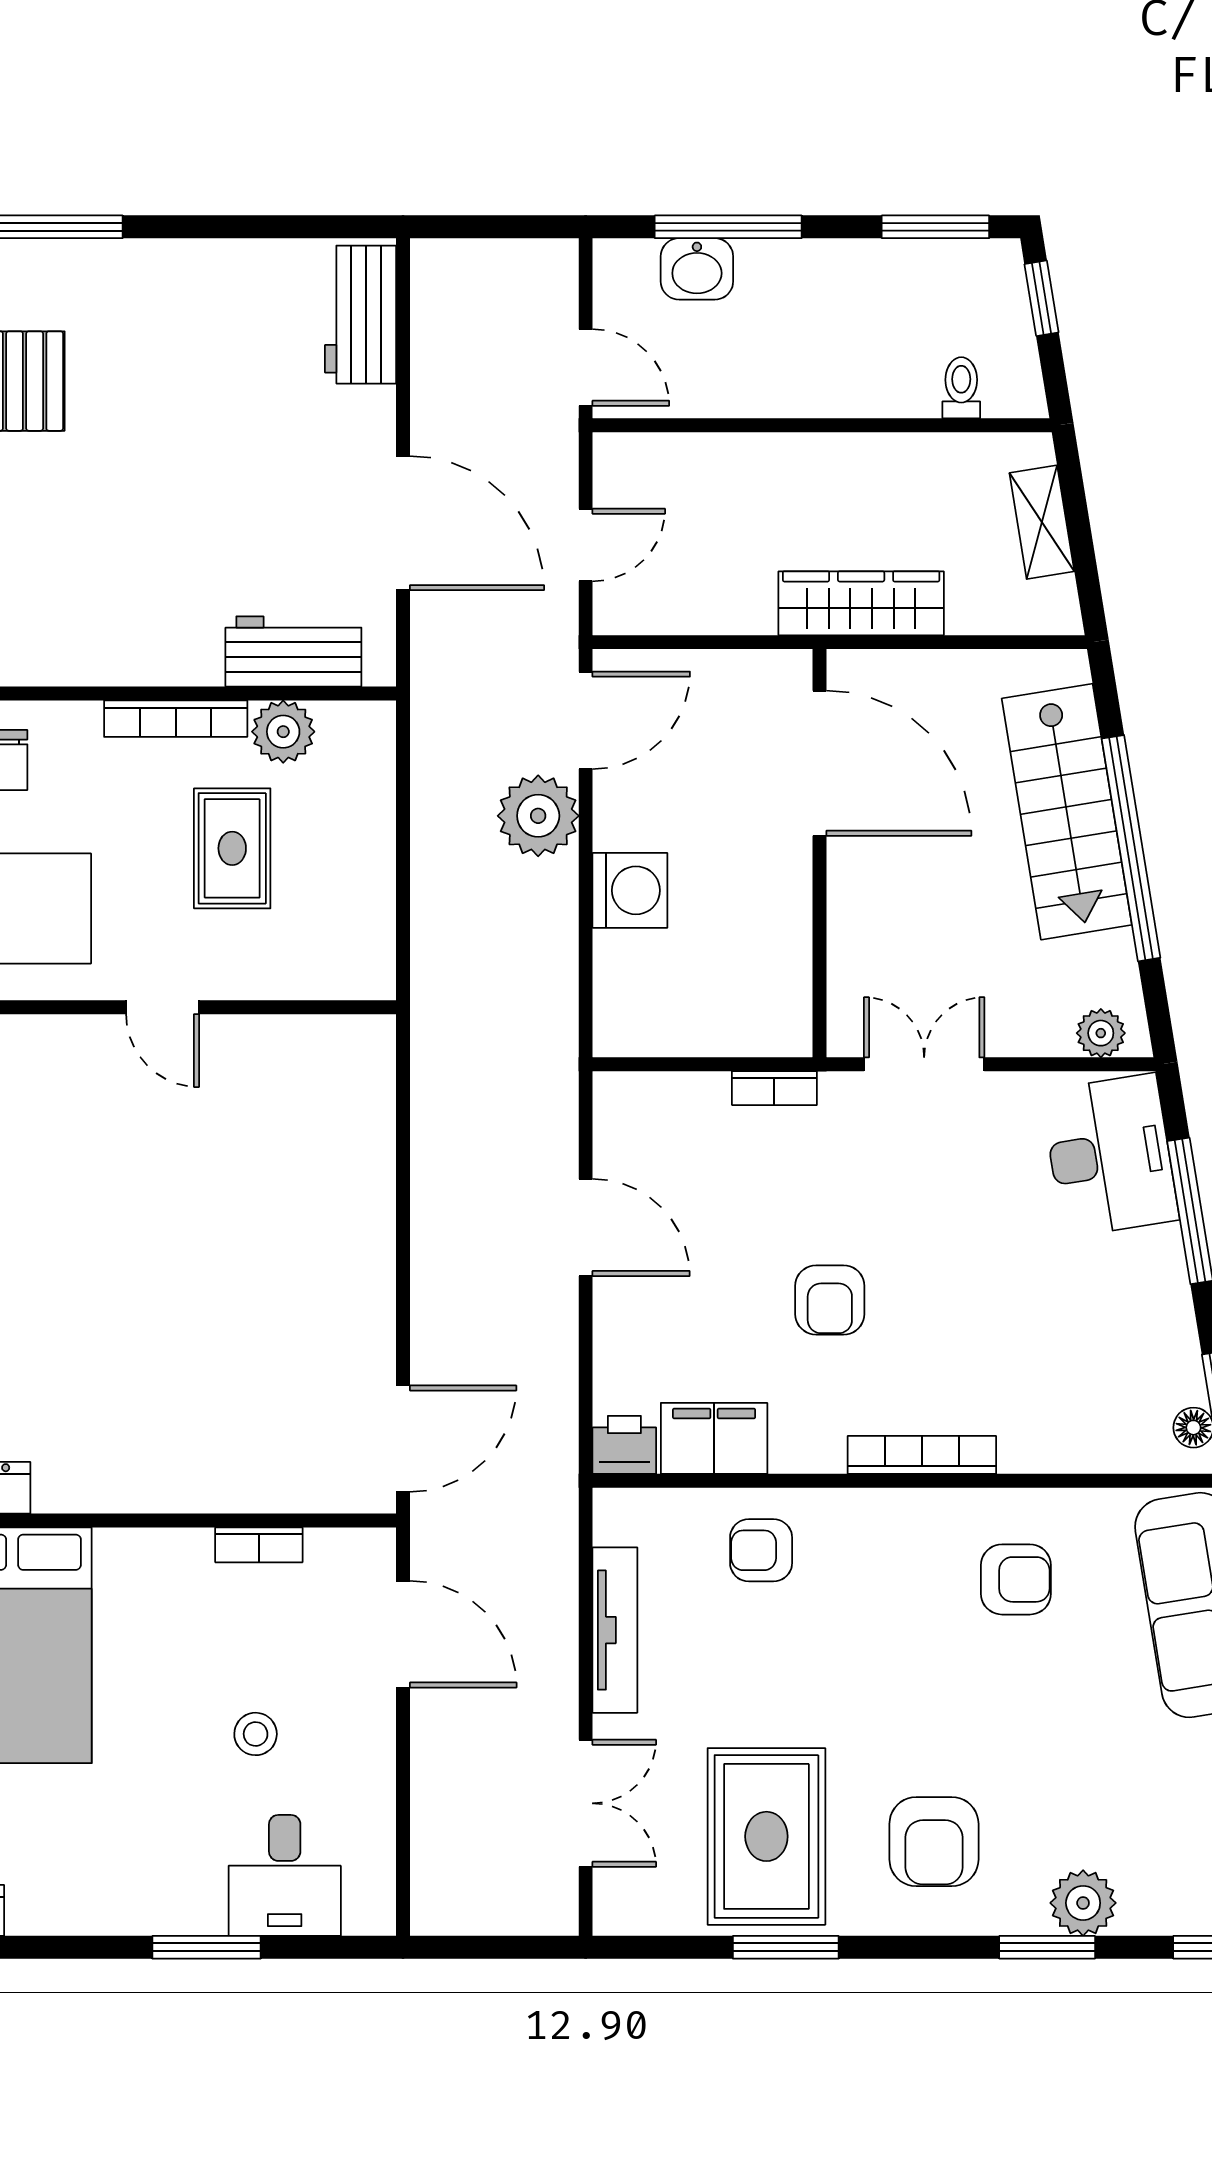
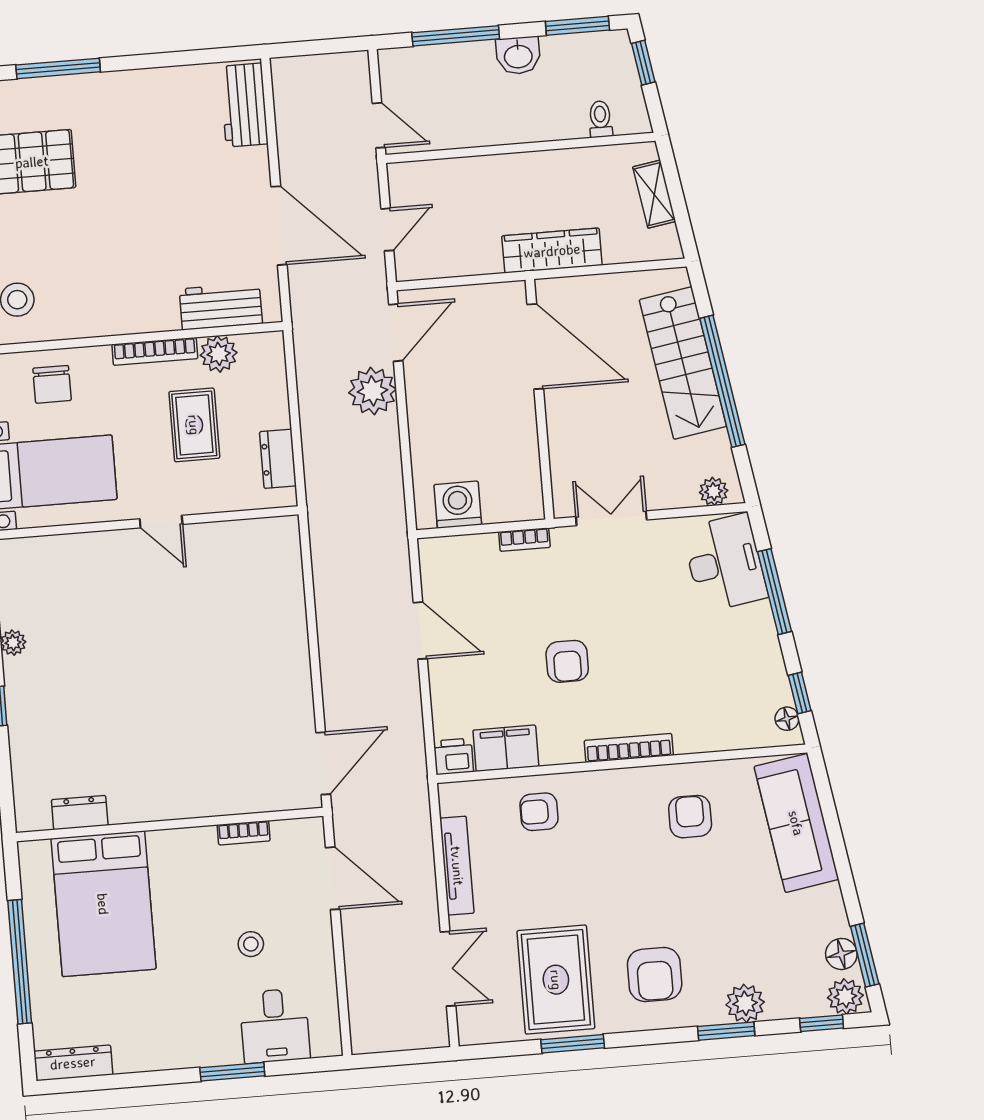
washbasin: (697, 269) -> (518, 56), moved
washing machine: (630, 890) -> (458, 505), moved, turned -90
dresser: (369, 917) -> (278, 459), added
armchair: (1016, 1579) -> (690, 817), turned -90

